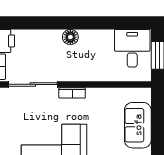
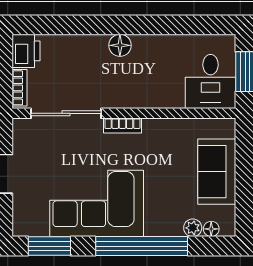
desk: (132, 48) -> (210, 81), moved, turned 180

